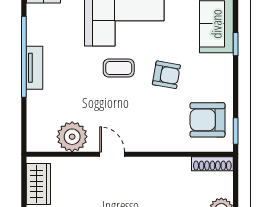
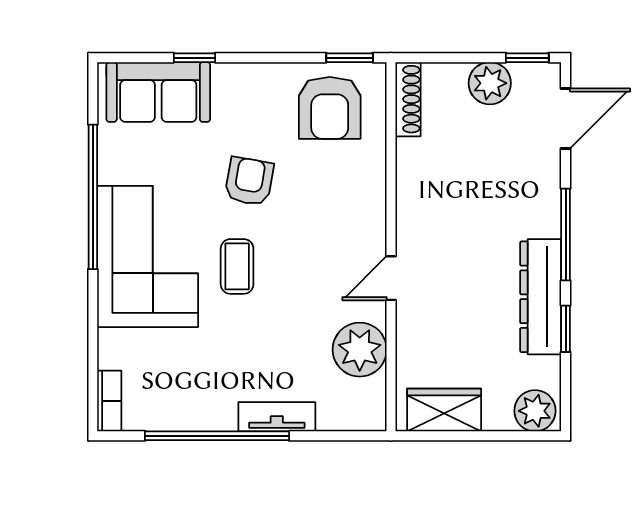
tv unit: (34, 68) -> (277, 417), moved

